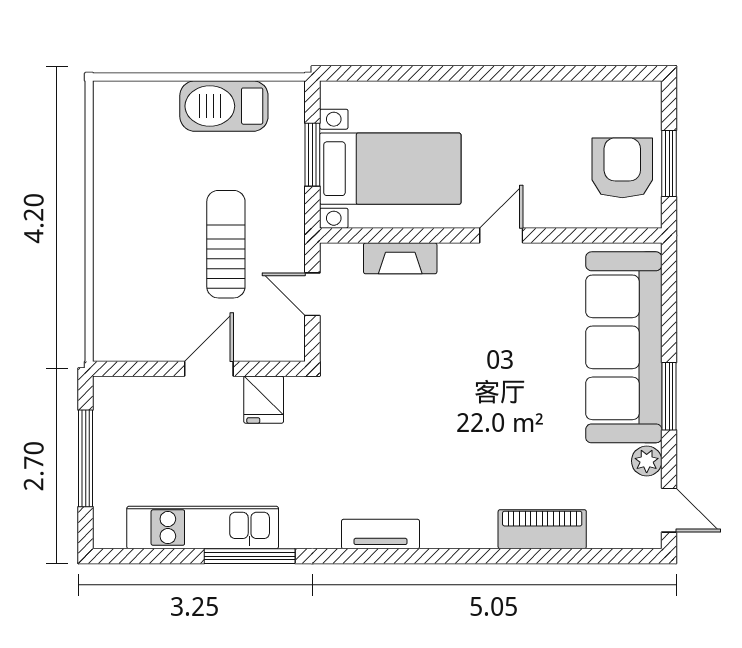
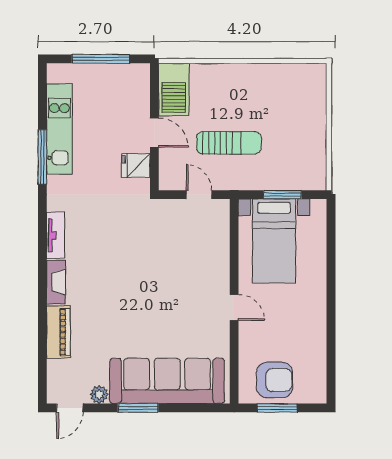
barbecue: (224, 106) -> (174, 89), moved, turned 180
fireplace: (400, 258) -> (56, 282), moved, turned 180
door: (312, 294) -> (199, 195), hinge flipped

